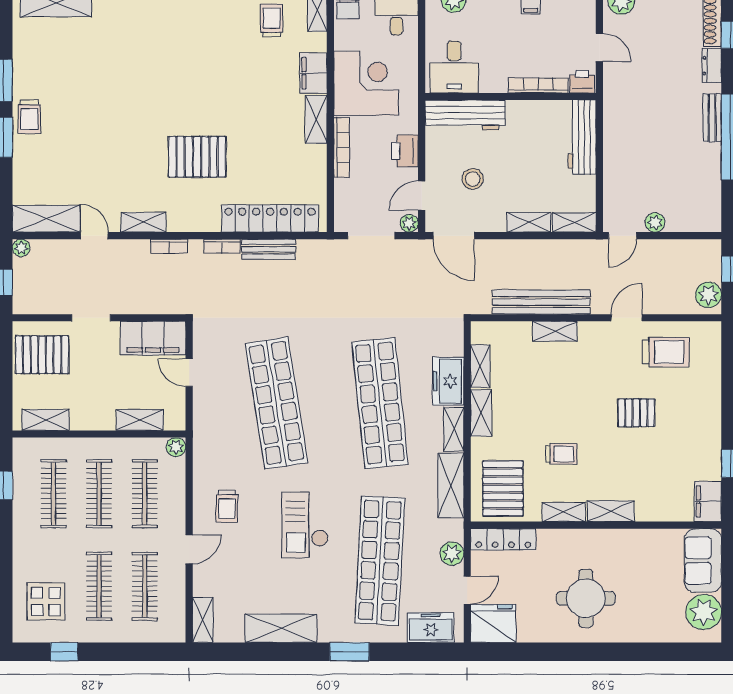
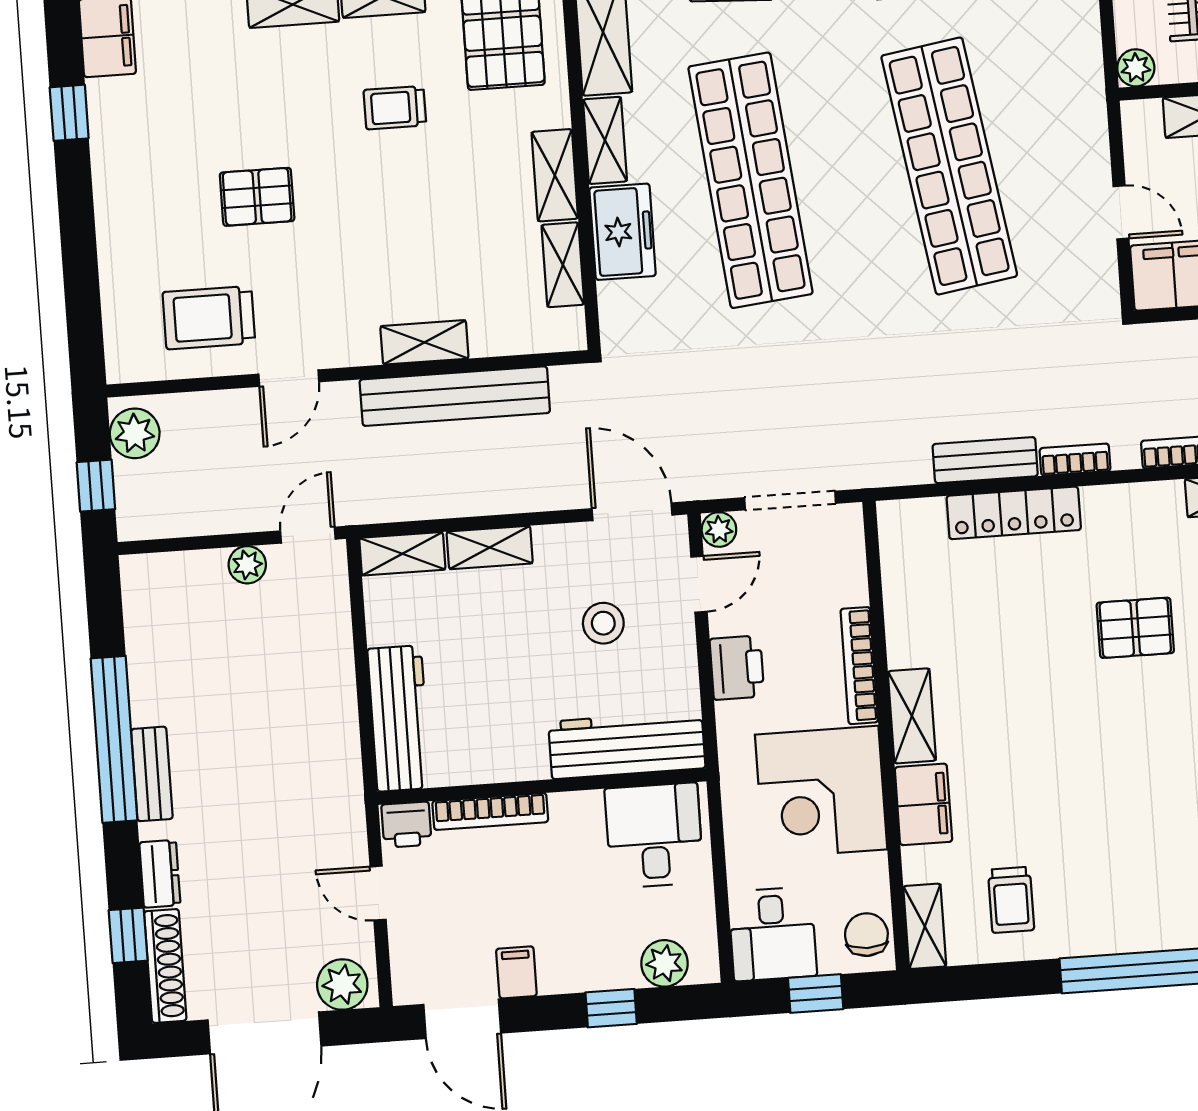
pallet: (197, 157) -> (1135, 628), width x0.67, depth x0.71
locker: (270, 218) -> (1014, 513), width x0.71, depth x0.83

